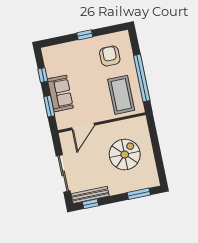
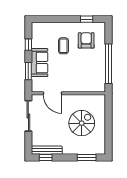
window: (85, 35) -> (87, 19), moved
coffee table: (121, 95) -> (63, 46), moved, width x0.54, depth x0.58
door: (83, 126) -> (53, 93), hinge flipped
sliding door: (63, 173) -> (28, 116), moved

